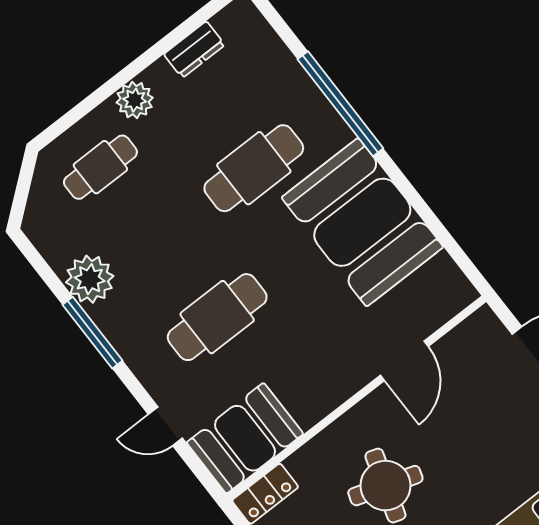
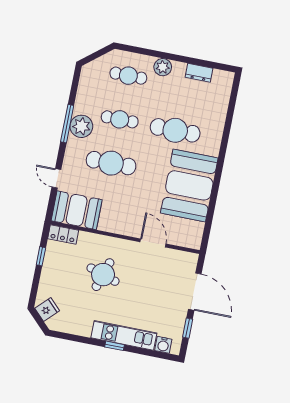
window: (340, 104) -> (225, 141), removed
cafe table: (159, 242) -> (120, 119), added
plant: (90, 279) -> (81, 126), moved
door: (404, 361) -> (153, 243), swing flipped

